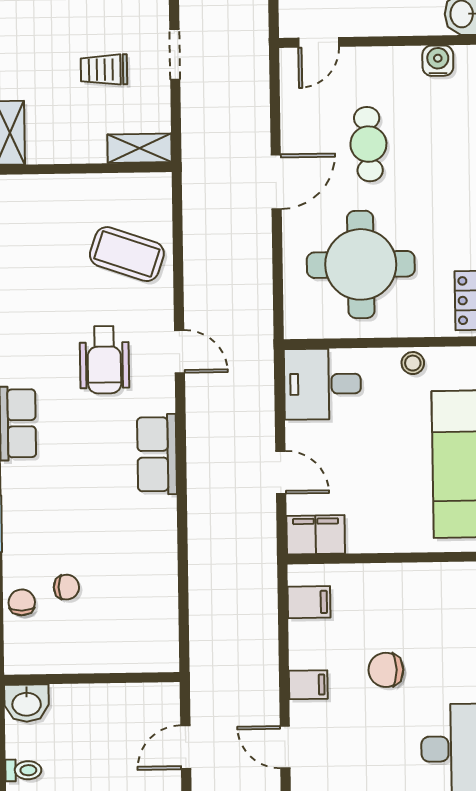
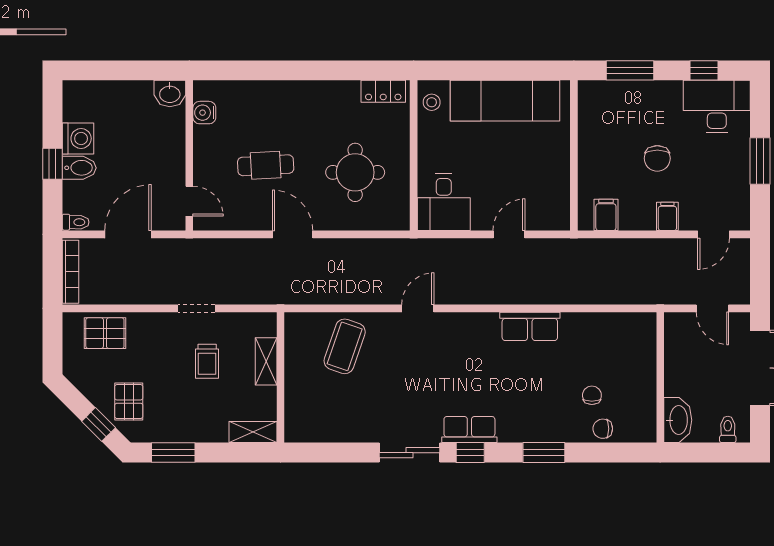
shelving: (139, 148) -> (266, 361), moved
round table: (361, 264) -> (355, 172), width x0.73, depth x0.73
wheelchair: (104, 360) -> (423, 364), removed
stool: (413, 363) -> (432, 102), moved
row of seats: (157, 454) -> (530, 326), moved
filing cabinet: (316, 535) -> (556, 209), removed
washbasin: (27, 703) -> (678, 420), width x1.38

